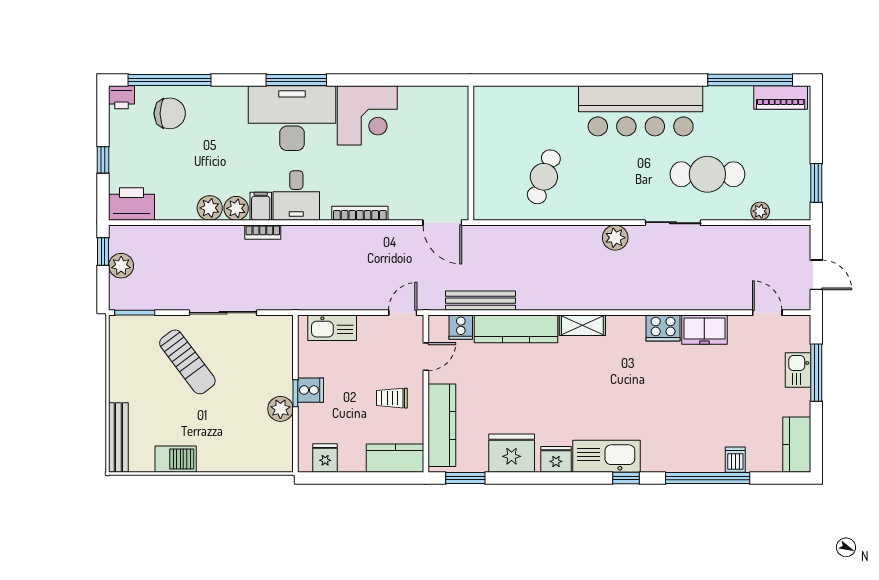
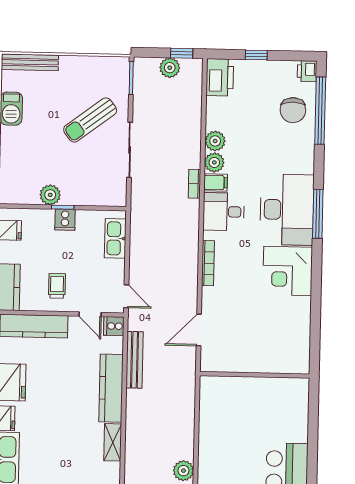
wall: (471, 153) -> (255, 375), moved
cafe table: (544, 177) -> (234, 414), removed
cooker: (461, 327) -> (114, 326), moved

